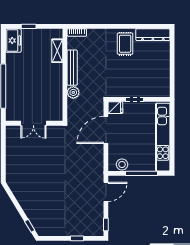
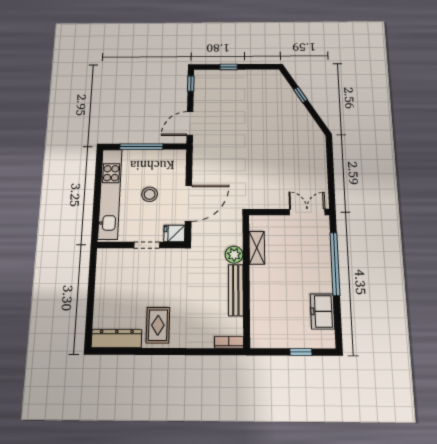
freezer: (13, 40) -> (322, 311), moved
shelving: (57, 51) -> (257, 248), moved
double door: (33, 123) -> (307, 212), moved
stool: (122, 165) -> (150, 194), moved
window: (30, 226) -> (301, 95), moved

